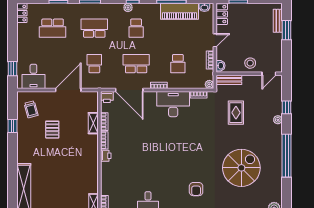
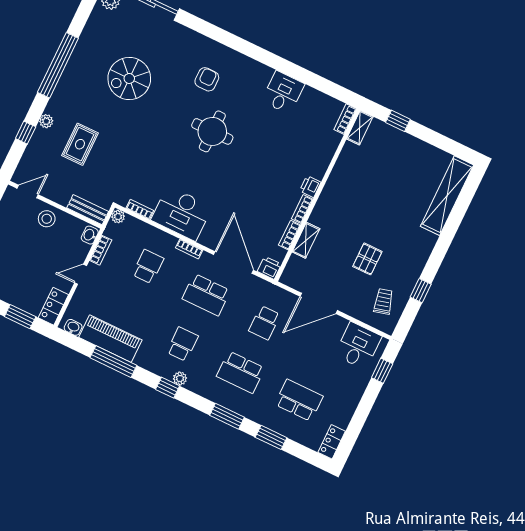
rug: (236, 113) -> (80, 144), moved
round table: (178, 160) -> (212, 131), added
spiral stairs: (241, 168) -> (129, 78), width x0.73, depth x0.73

